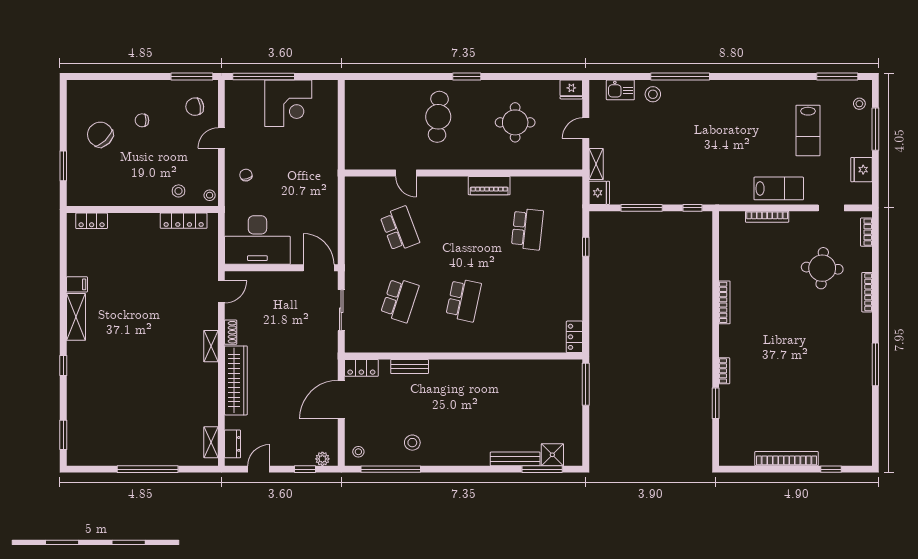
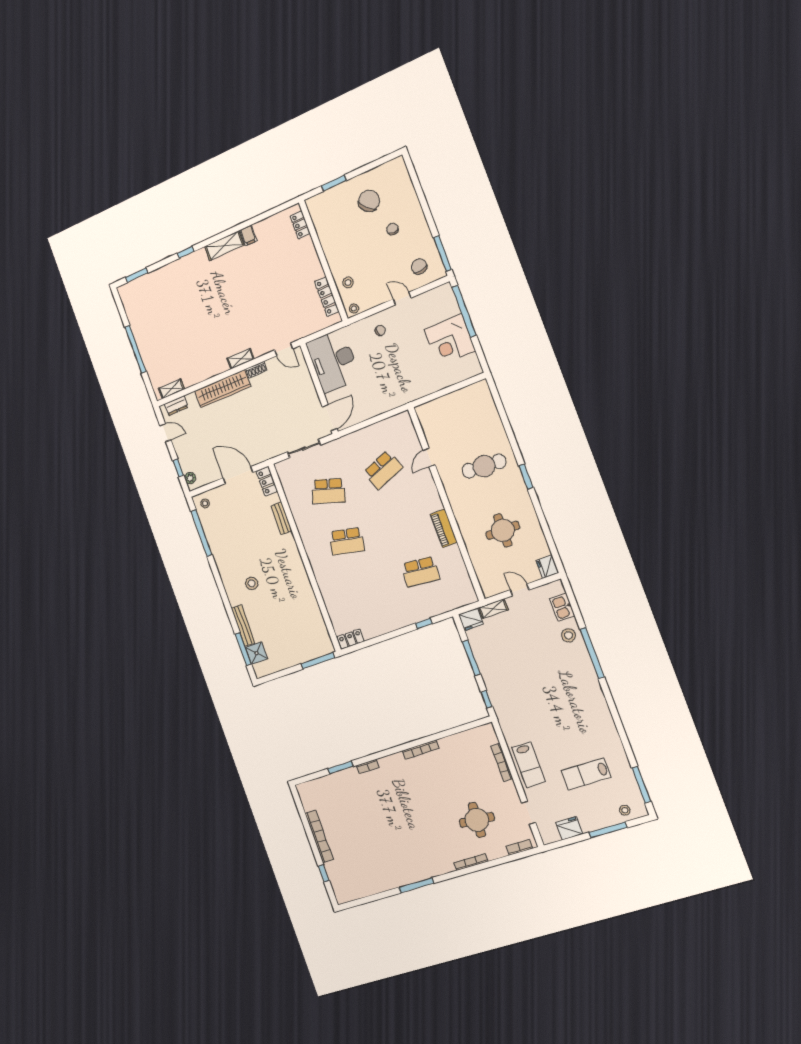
stool: (412, 443) -> (252, 583), moved

